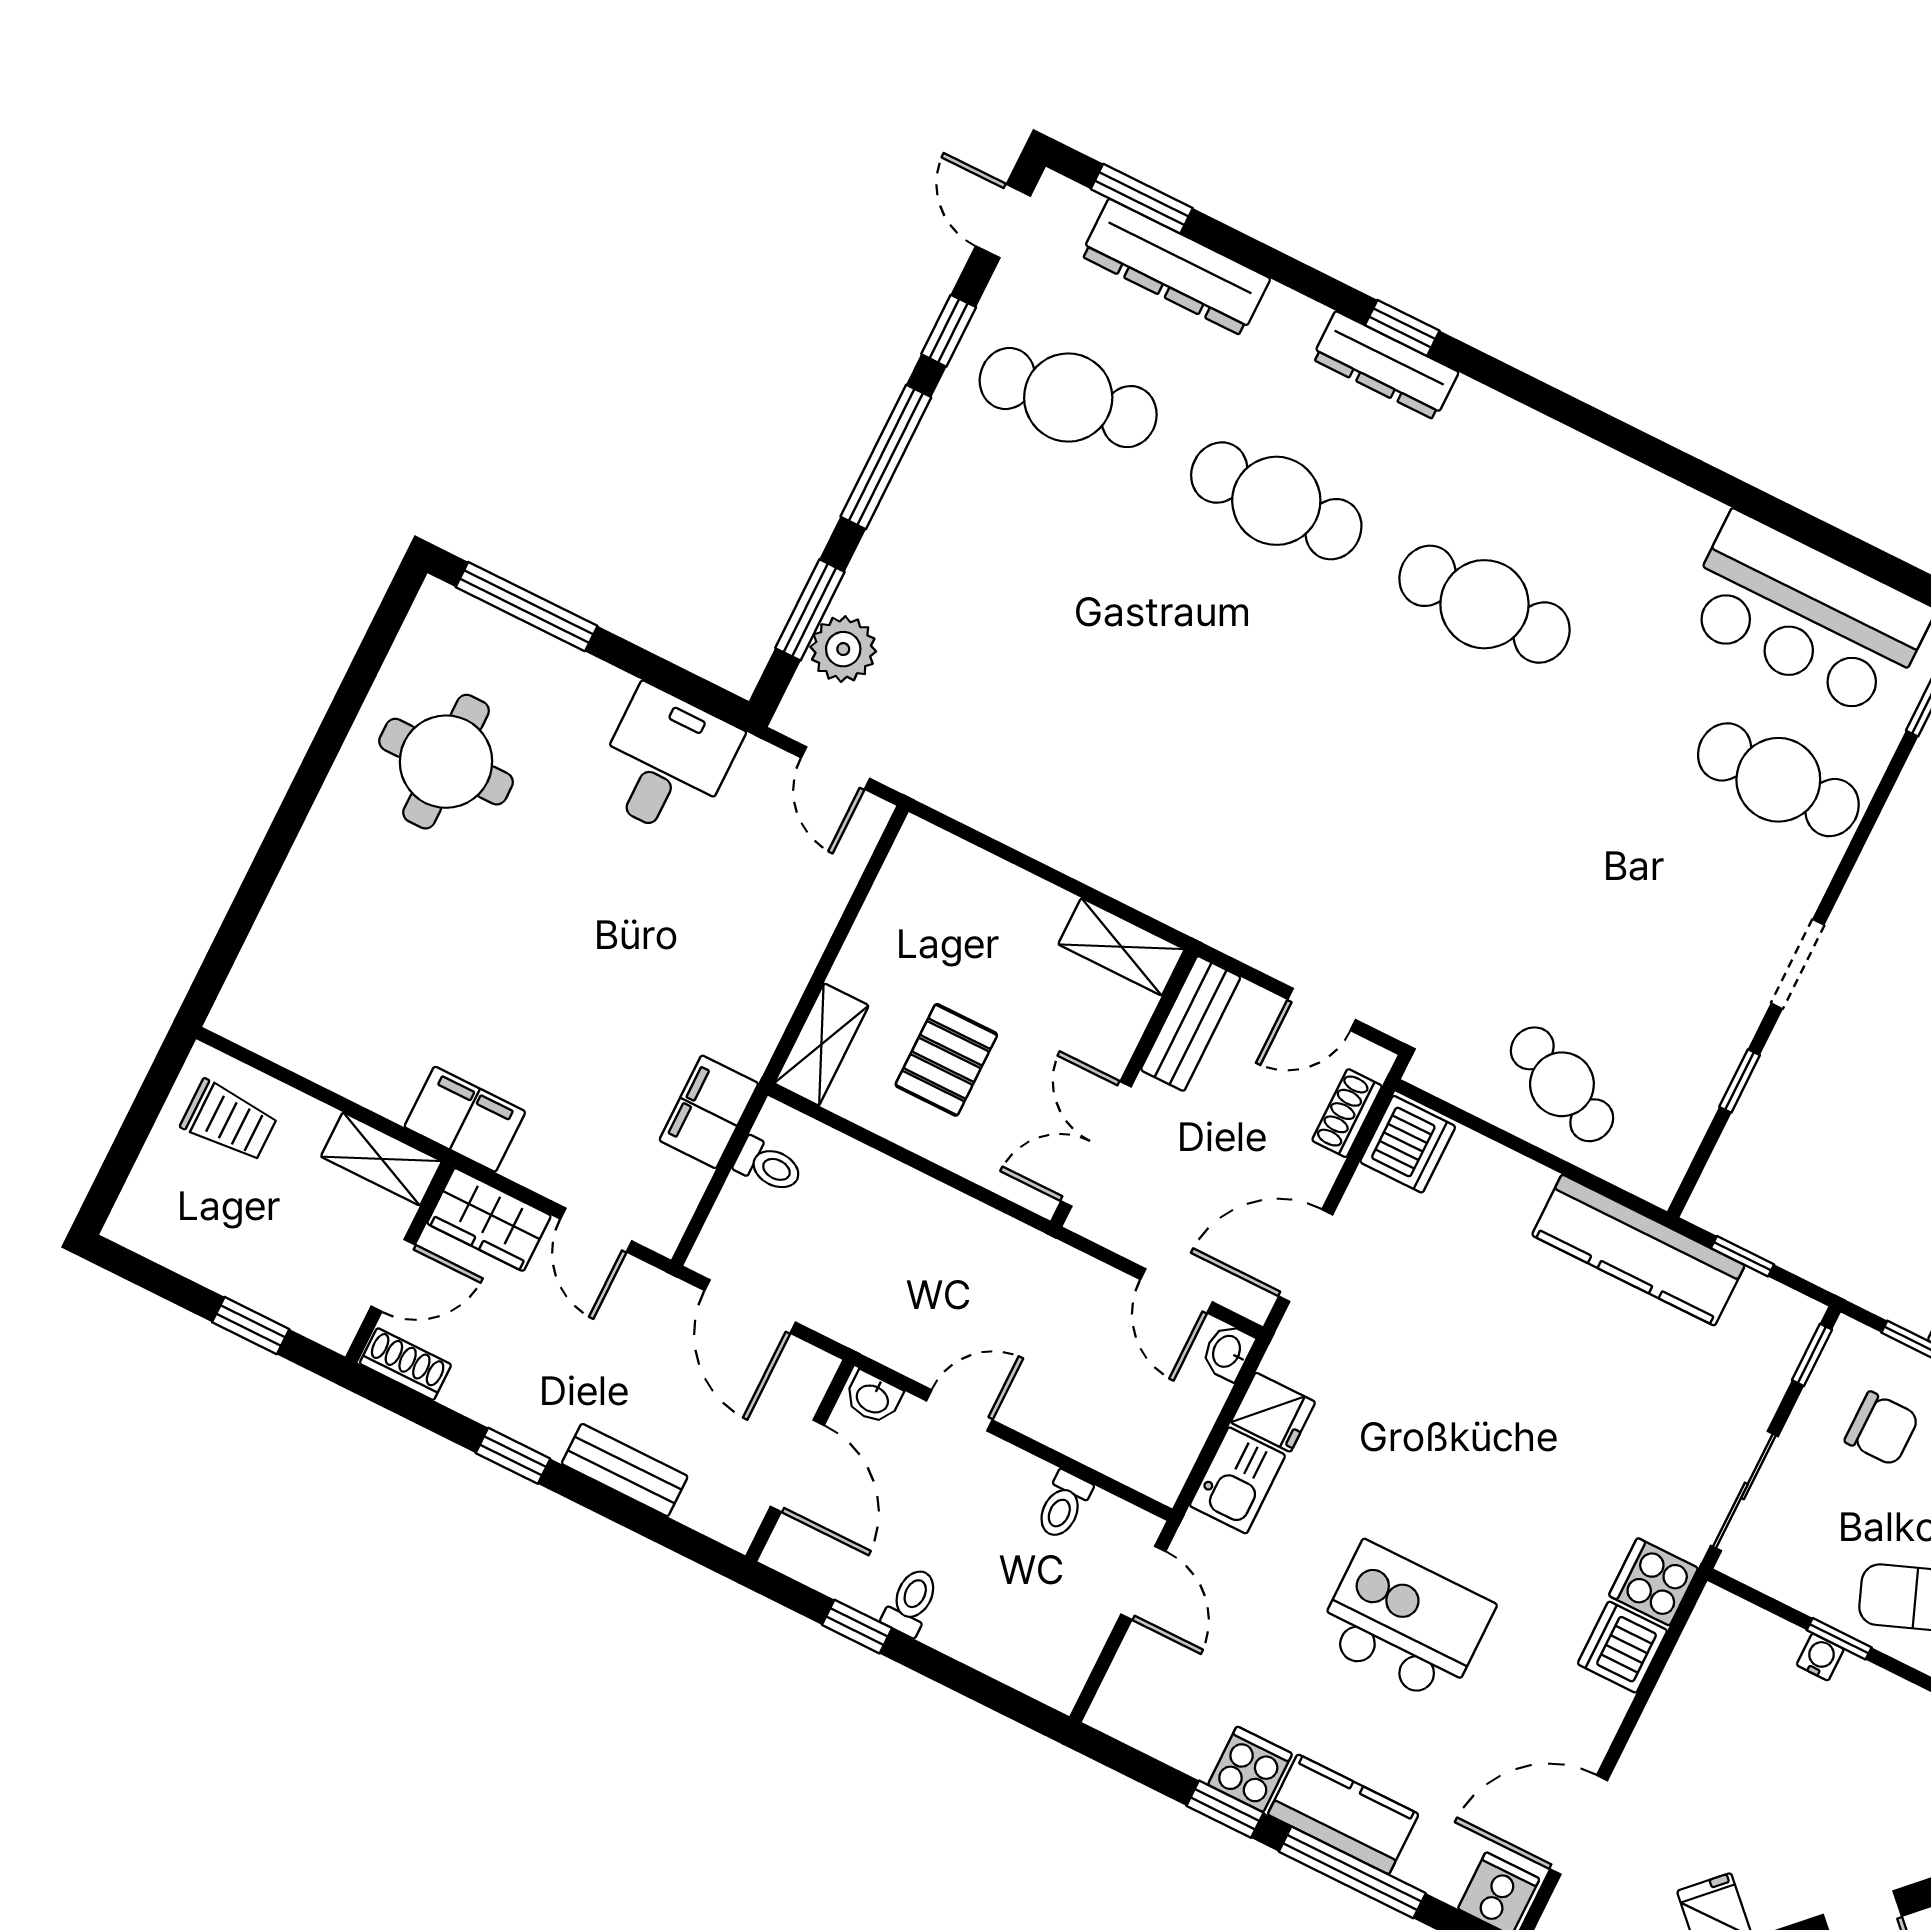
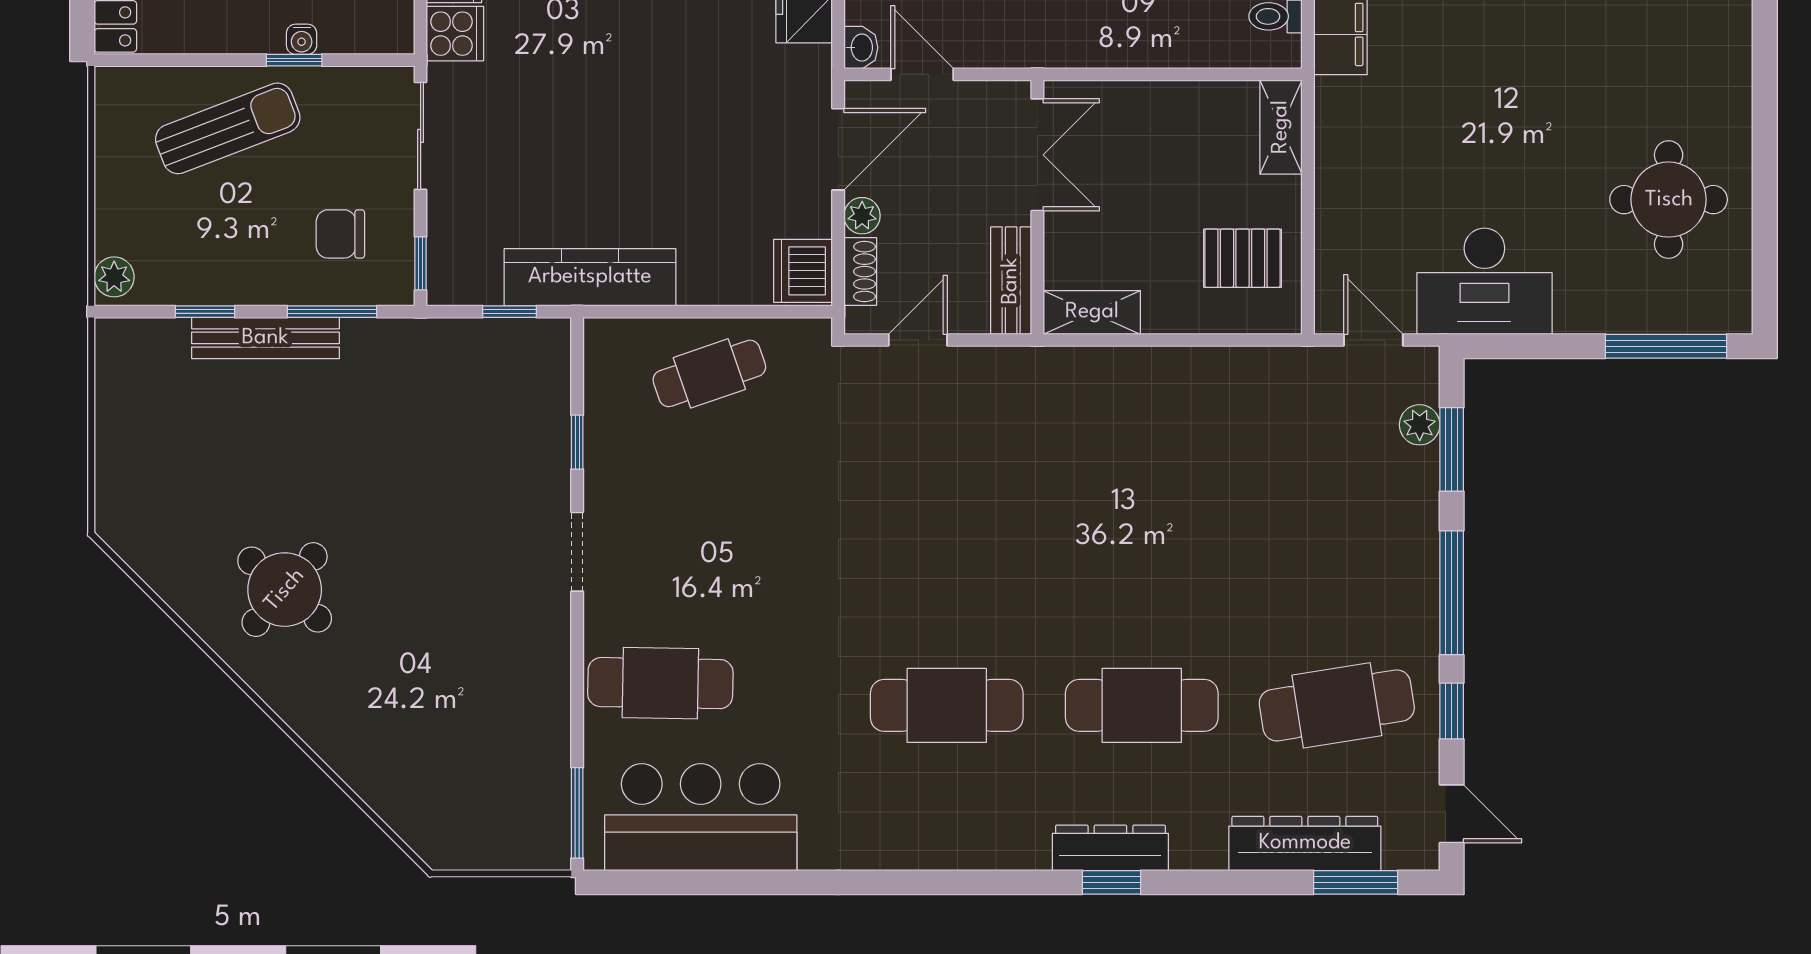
plant: (843, 649) -> (1420, 425), width x0.73, depth x0.73
desk: (666, 762) -> (1484, 281), width x1.37
pallet: (946, 1060) -> (1243, 258), moved, turned 90
cafe table: (1562, 1084) -> (709, 373), turned -43
plant: (1315, 1172) -> (862, 216), added

